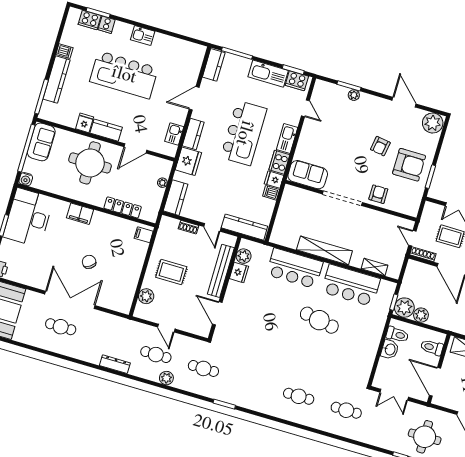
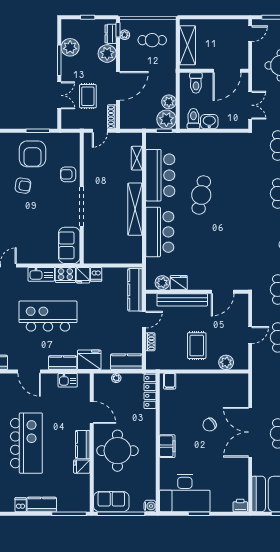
kitchen counter: (56, 79) -> (42, 505), width x0.67
armchair: (409, 165) -> (32, 154), turned 180
locker: (123, 207) -> (150, 391), moved

